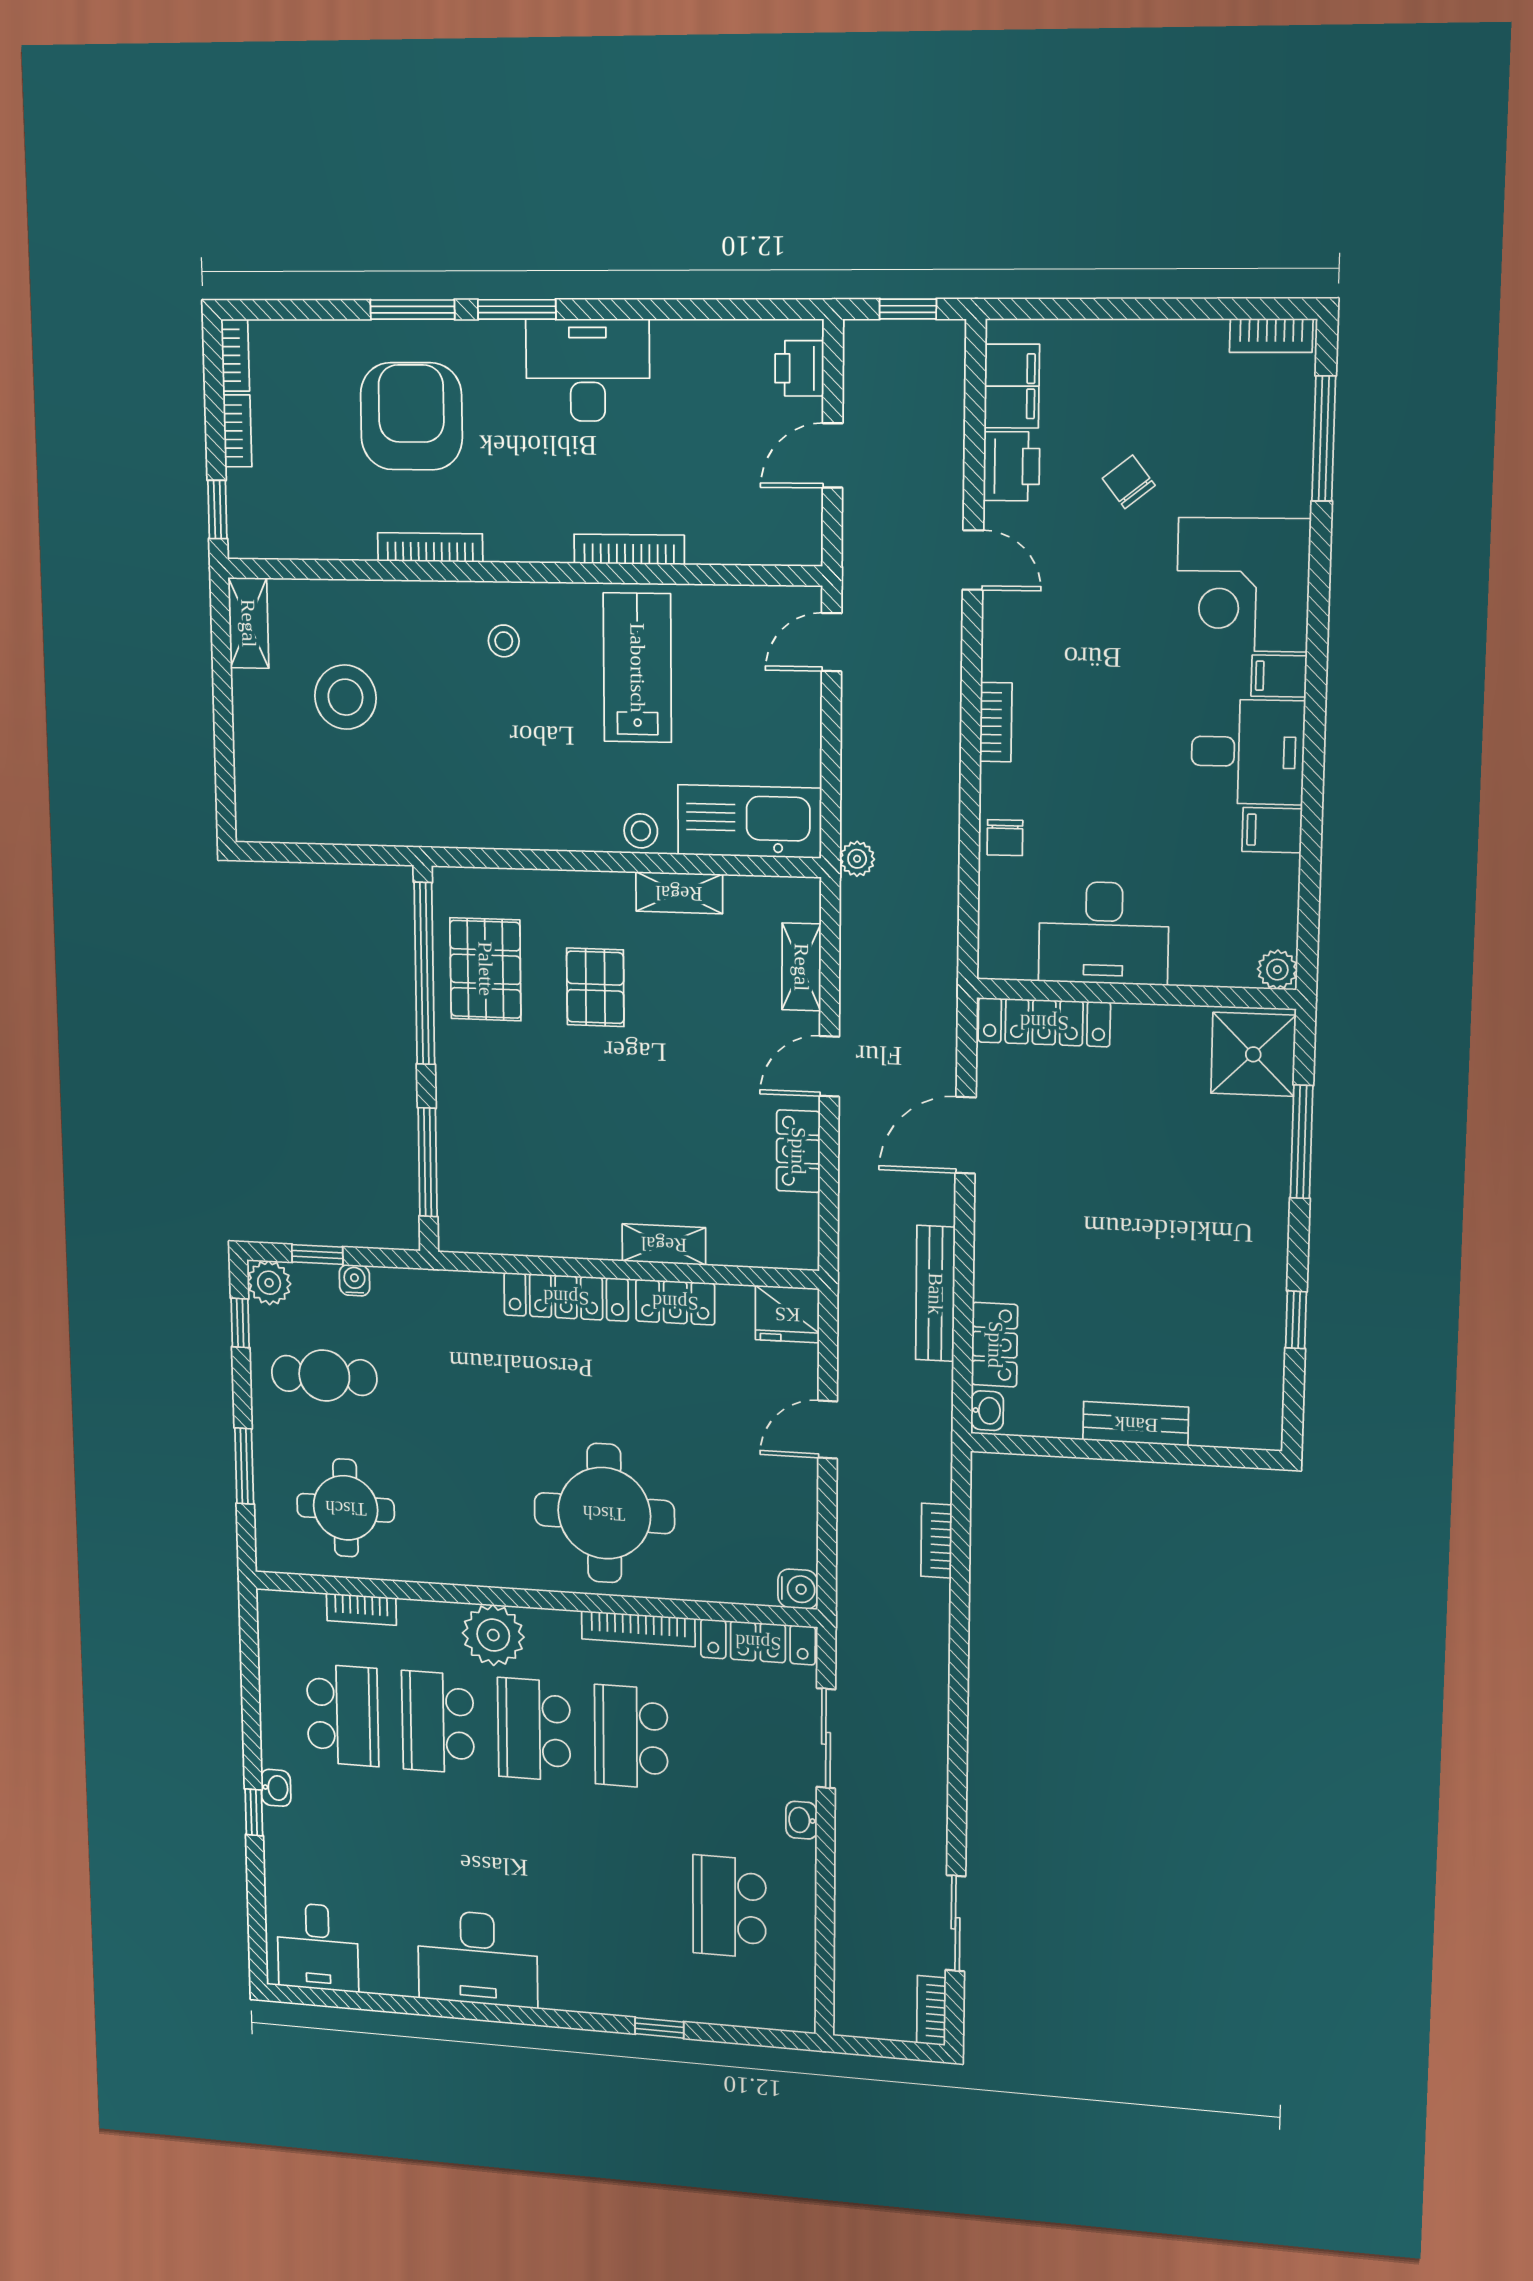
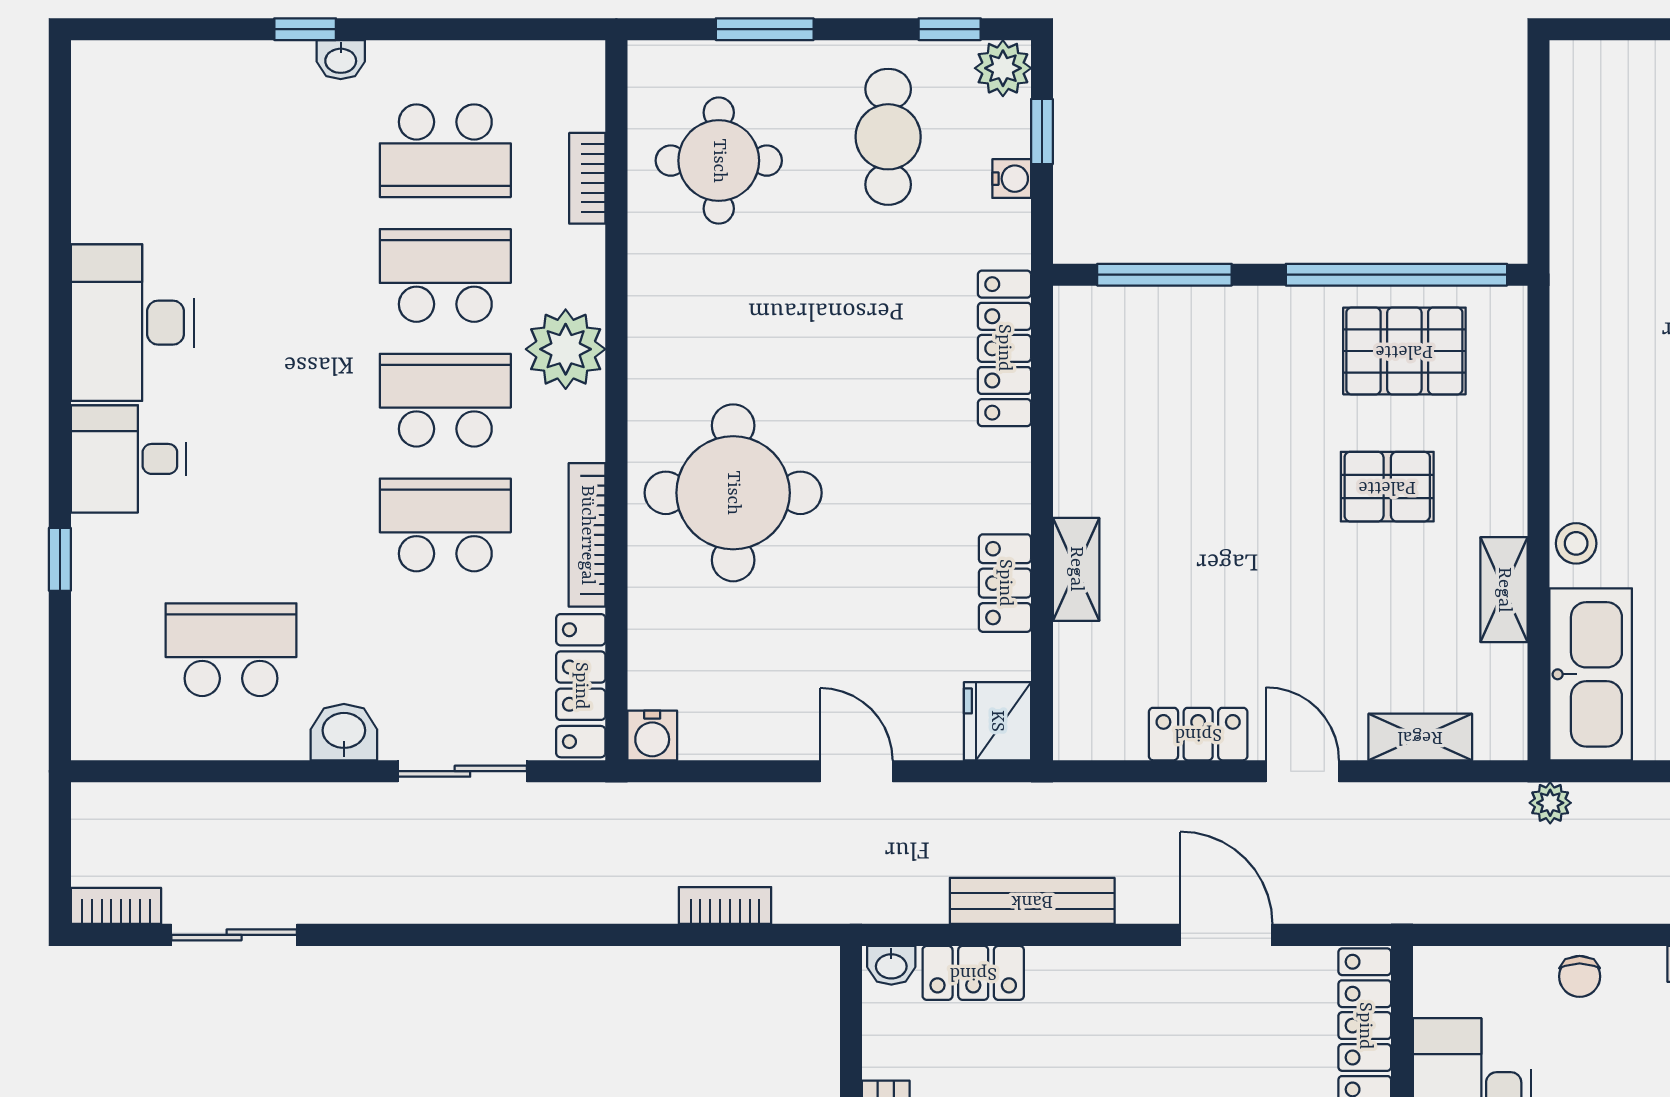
chair: (1005, 838) -> (1580, 976), turned -90
locker: (566, 1297) -> (1004, 348), moved
washbasin: (801, 1820) -> (344, 732), width x1.38, depth x1.45
desk: (318, 1947) -> (129, 459), moved

